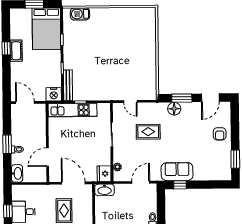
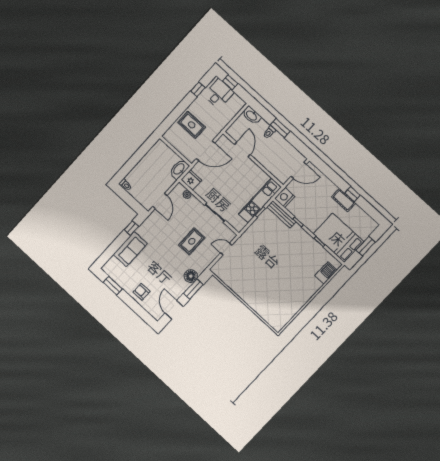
sofa: (177, 172) -> (130, 249), moved

